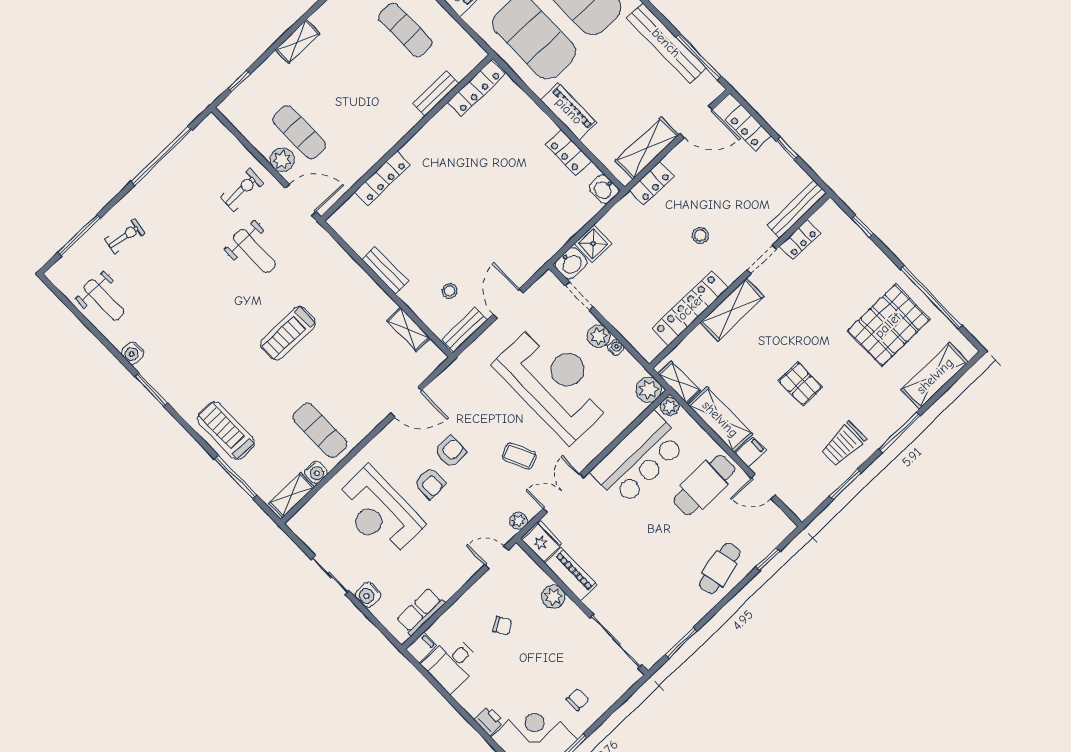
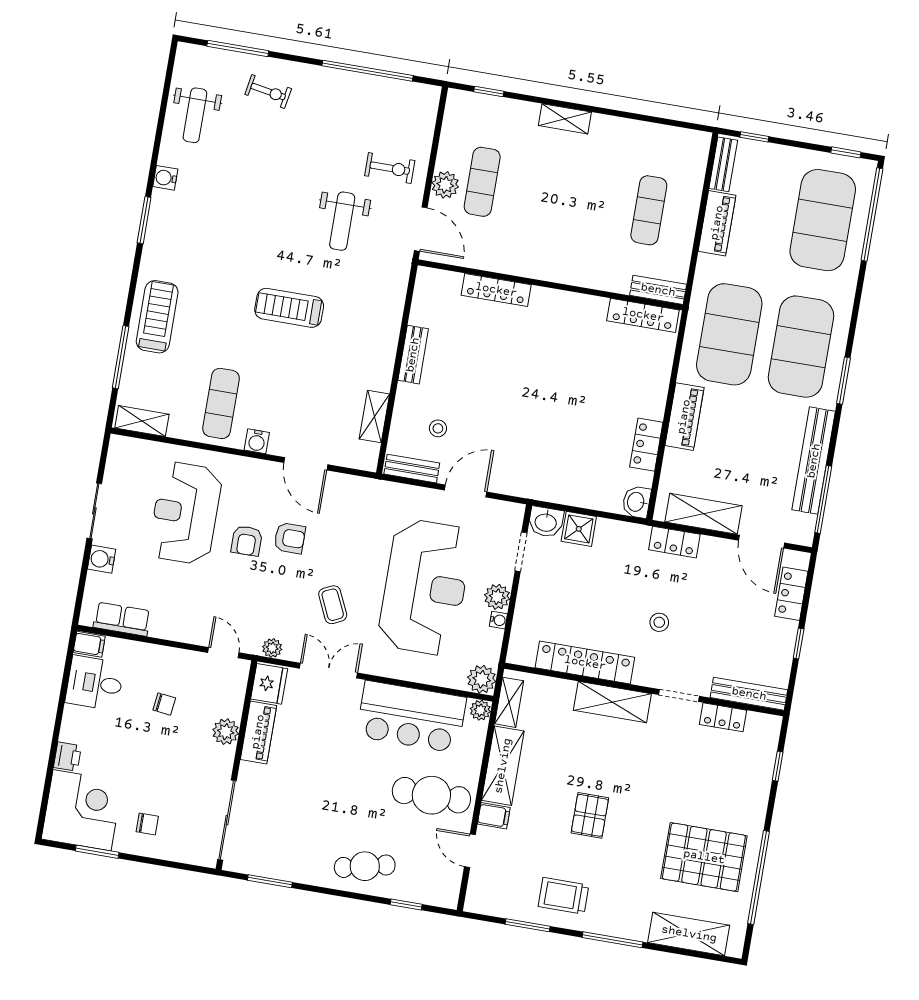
bench: (436, 94) -> (658, 290), moved
water cooler: (316, 472) -> (257, 441), moved
chair: (502, 626) -> (164, 704), turned -51

